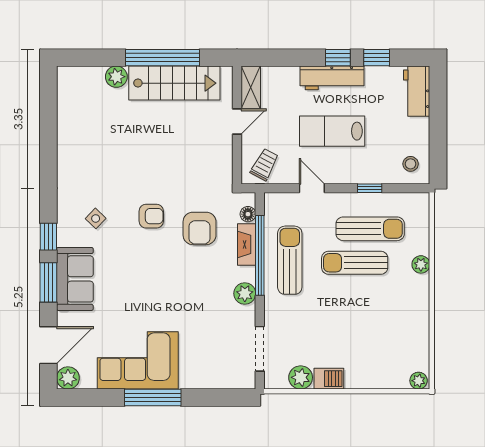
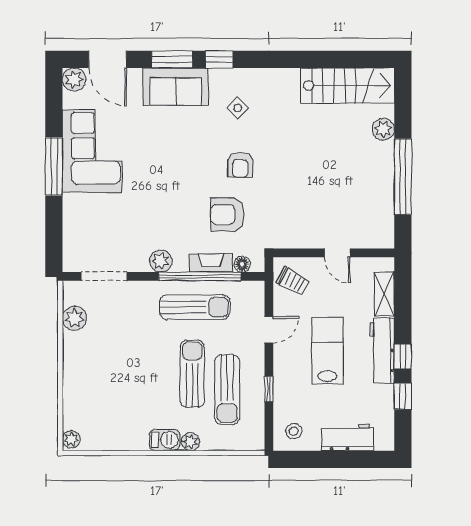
stairs: (174, 83) -> (348, 86), moved, turned -90
shelving: (251, 87) -> (384, 294), moved, turned 90
workbench: (417, 91) -> (347, 437), moved
barbecue: (329, 379) -> (165, 440), moved, turned -90

